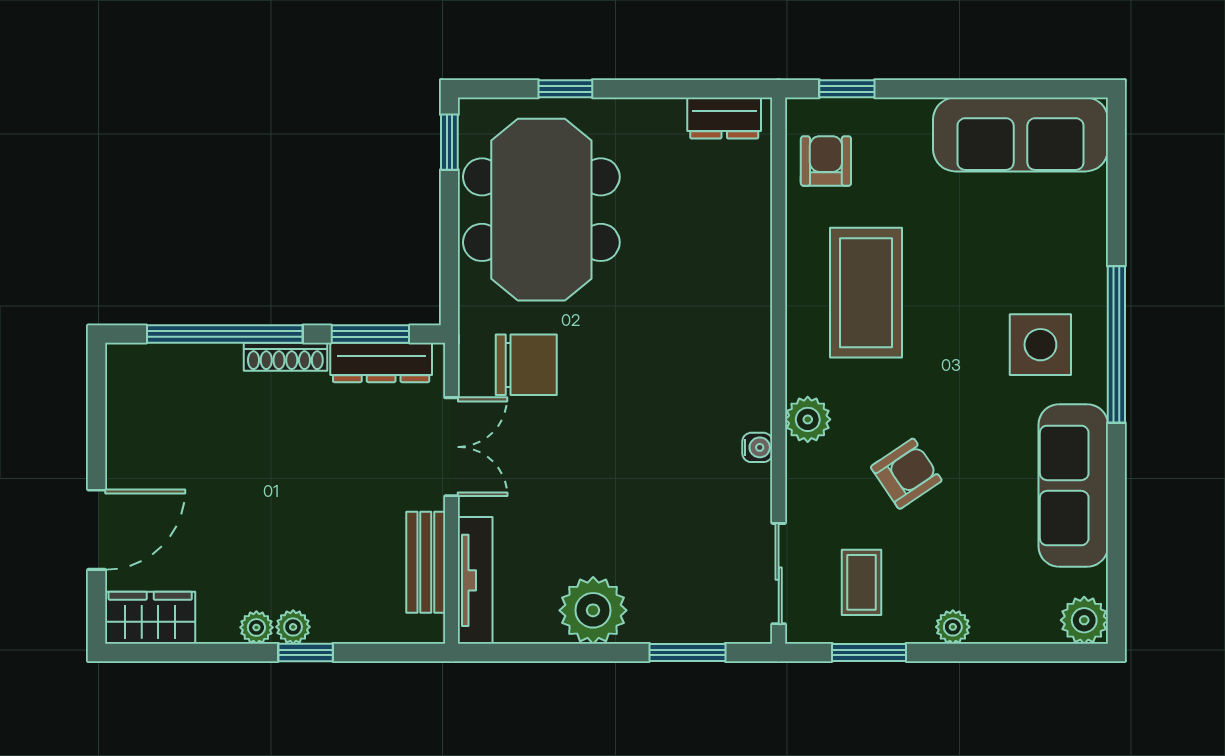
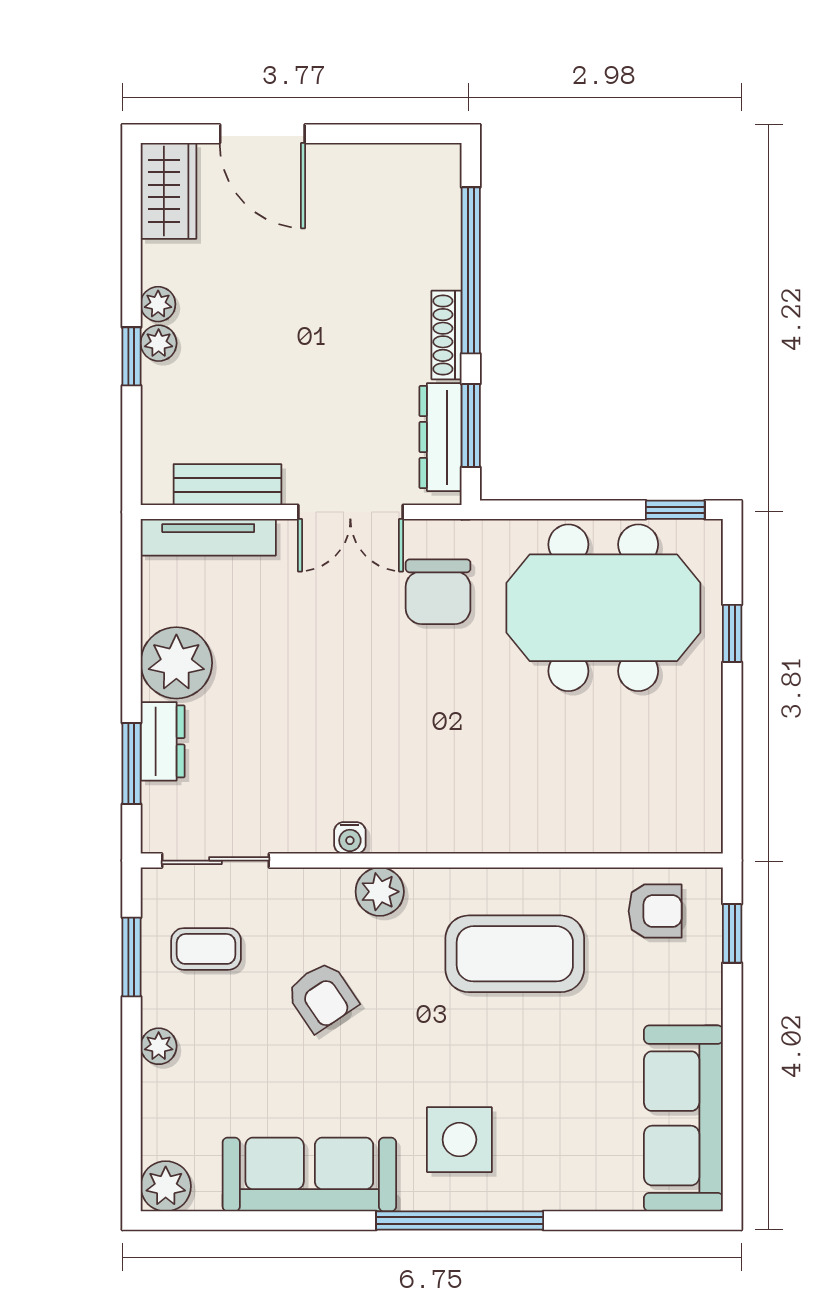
dresser: (724, 118) -> (163, 741), moved, turned 180

